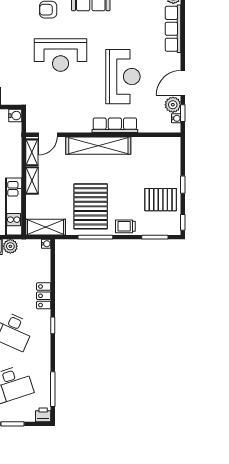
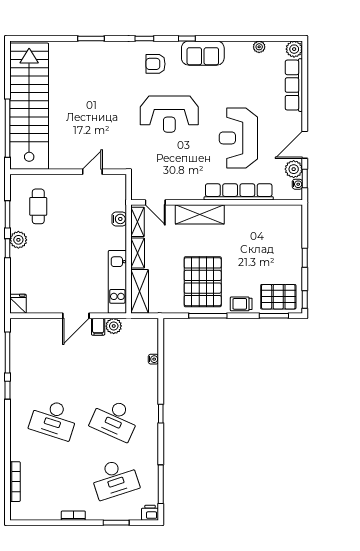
reception desk: (123, 77) -> (238, 138), turned 180
water cooler: (15, 116) -> (119, 219), moved
row of seats: (115, 125) -> (239, 192), width x1.36
door: (48, 135) -> (155, 202), hinge flipped
shelving: (98, 146) -> (200, 214), width x0.68
pallet: (161, 200) -> (278, 297), moved
shelving: (46, 227) -> (140, 291), moved, turned 90
water cooler: (46, 244) -> (153, 359), moved
locker: (44, 296) -> (151, 381), removed

